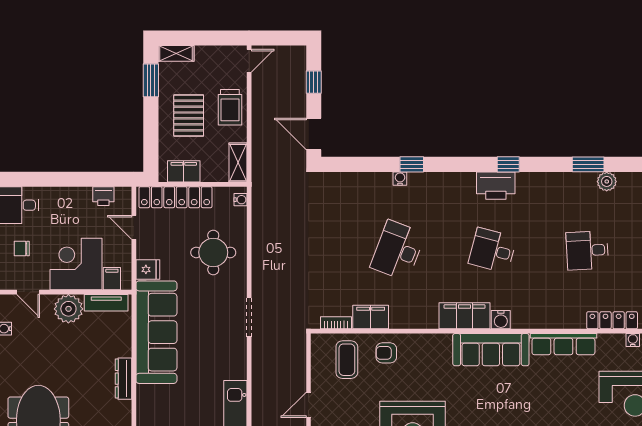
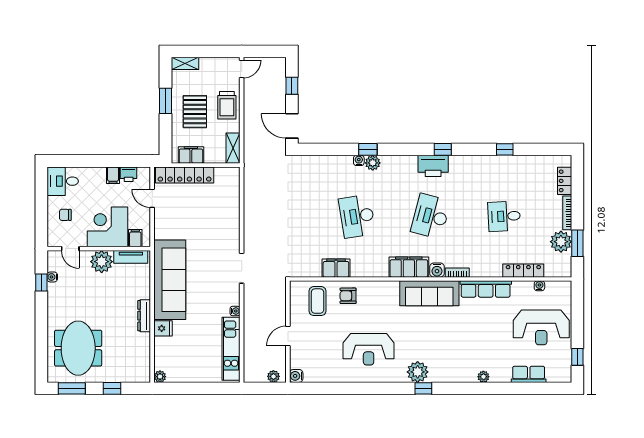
window: (151, 80) -> (165, 101), moved
window: (588, 164) -> (505, 149), width x0.67
plant: (607, 181) -> (373, 163), moved
filing cabinet: (83, 197) -> (113, 175), added
water cooler: (240, 200) -> (235, 311), moved
desk: (398, 250) -> (357, 216), turned -30
desk: (493, 250) -> (431, 216), width x1.37
round table: (213, 252) -> (214, 218), removed
fridge: (148, 269) -> (163, 328), moved
bookcase: (336, 323) -> (457, 273), moved

